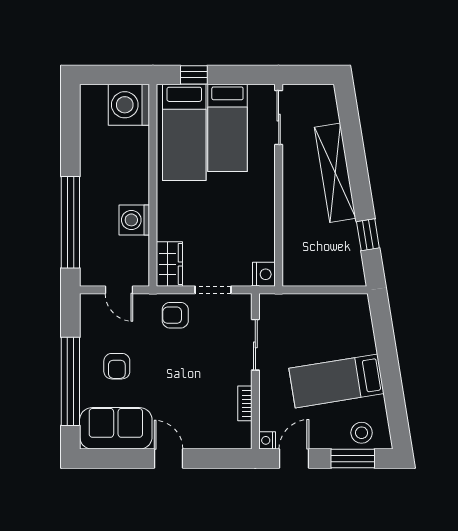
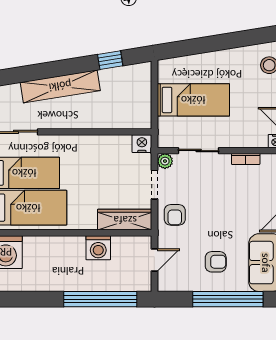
wardrobe: (169, 264) -> (125, 220), width x1.50
plant: (242, 303) -> (165, 161), added
bed: (336, 381) -> (193, 100), moved, turned -81

